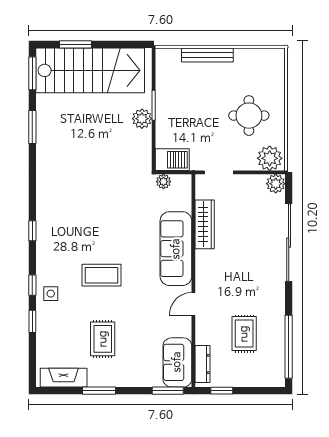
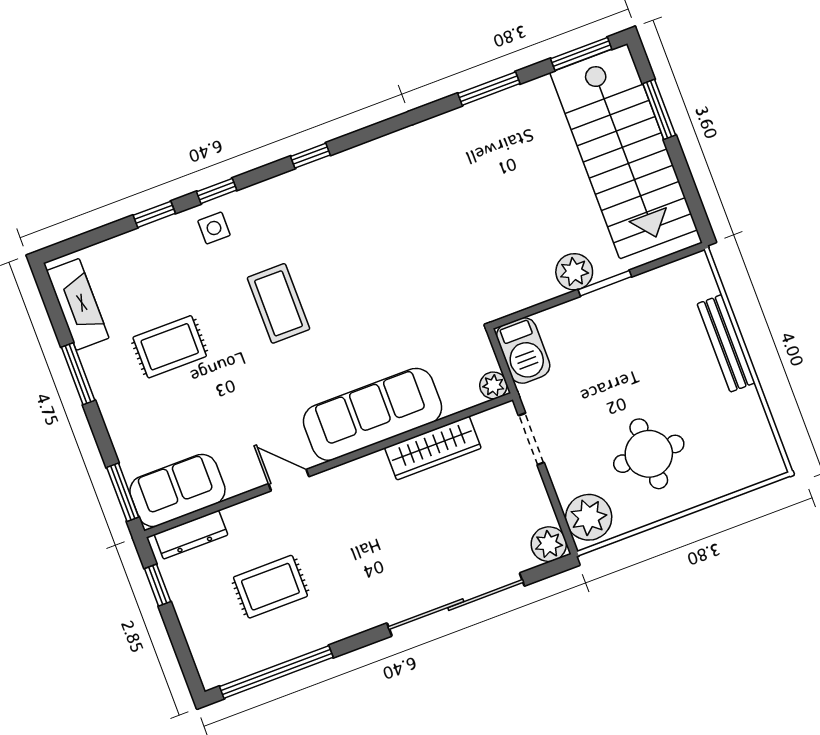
plant: (163, 182) -> (493, 385), moved

